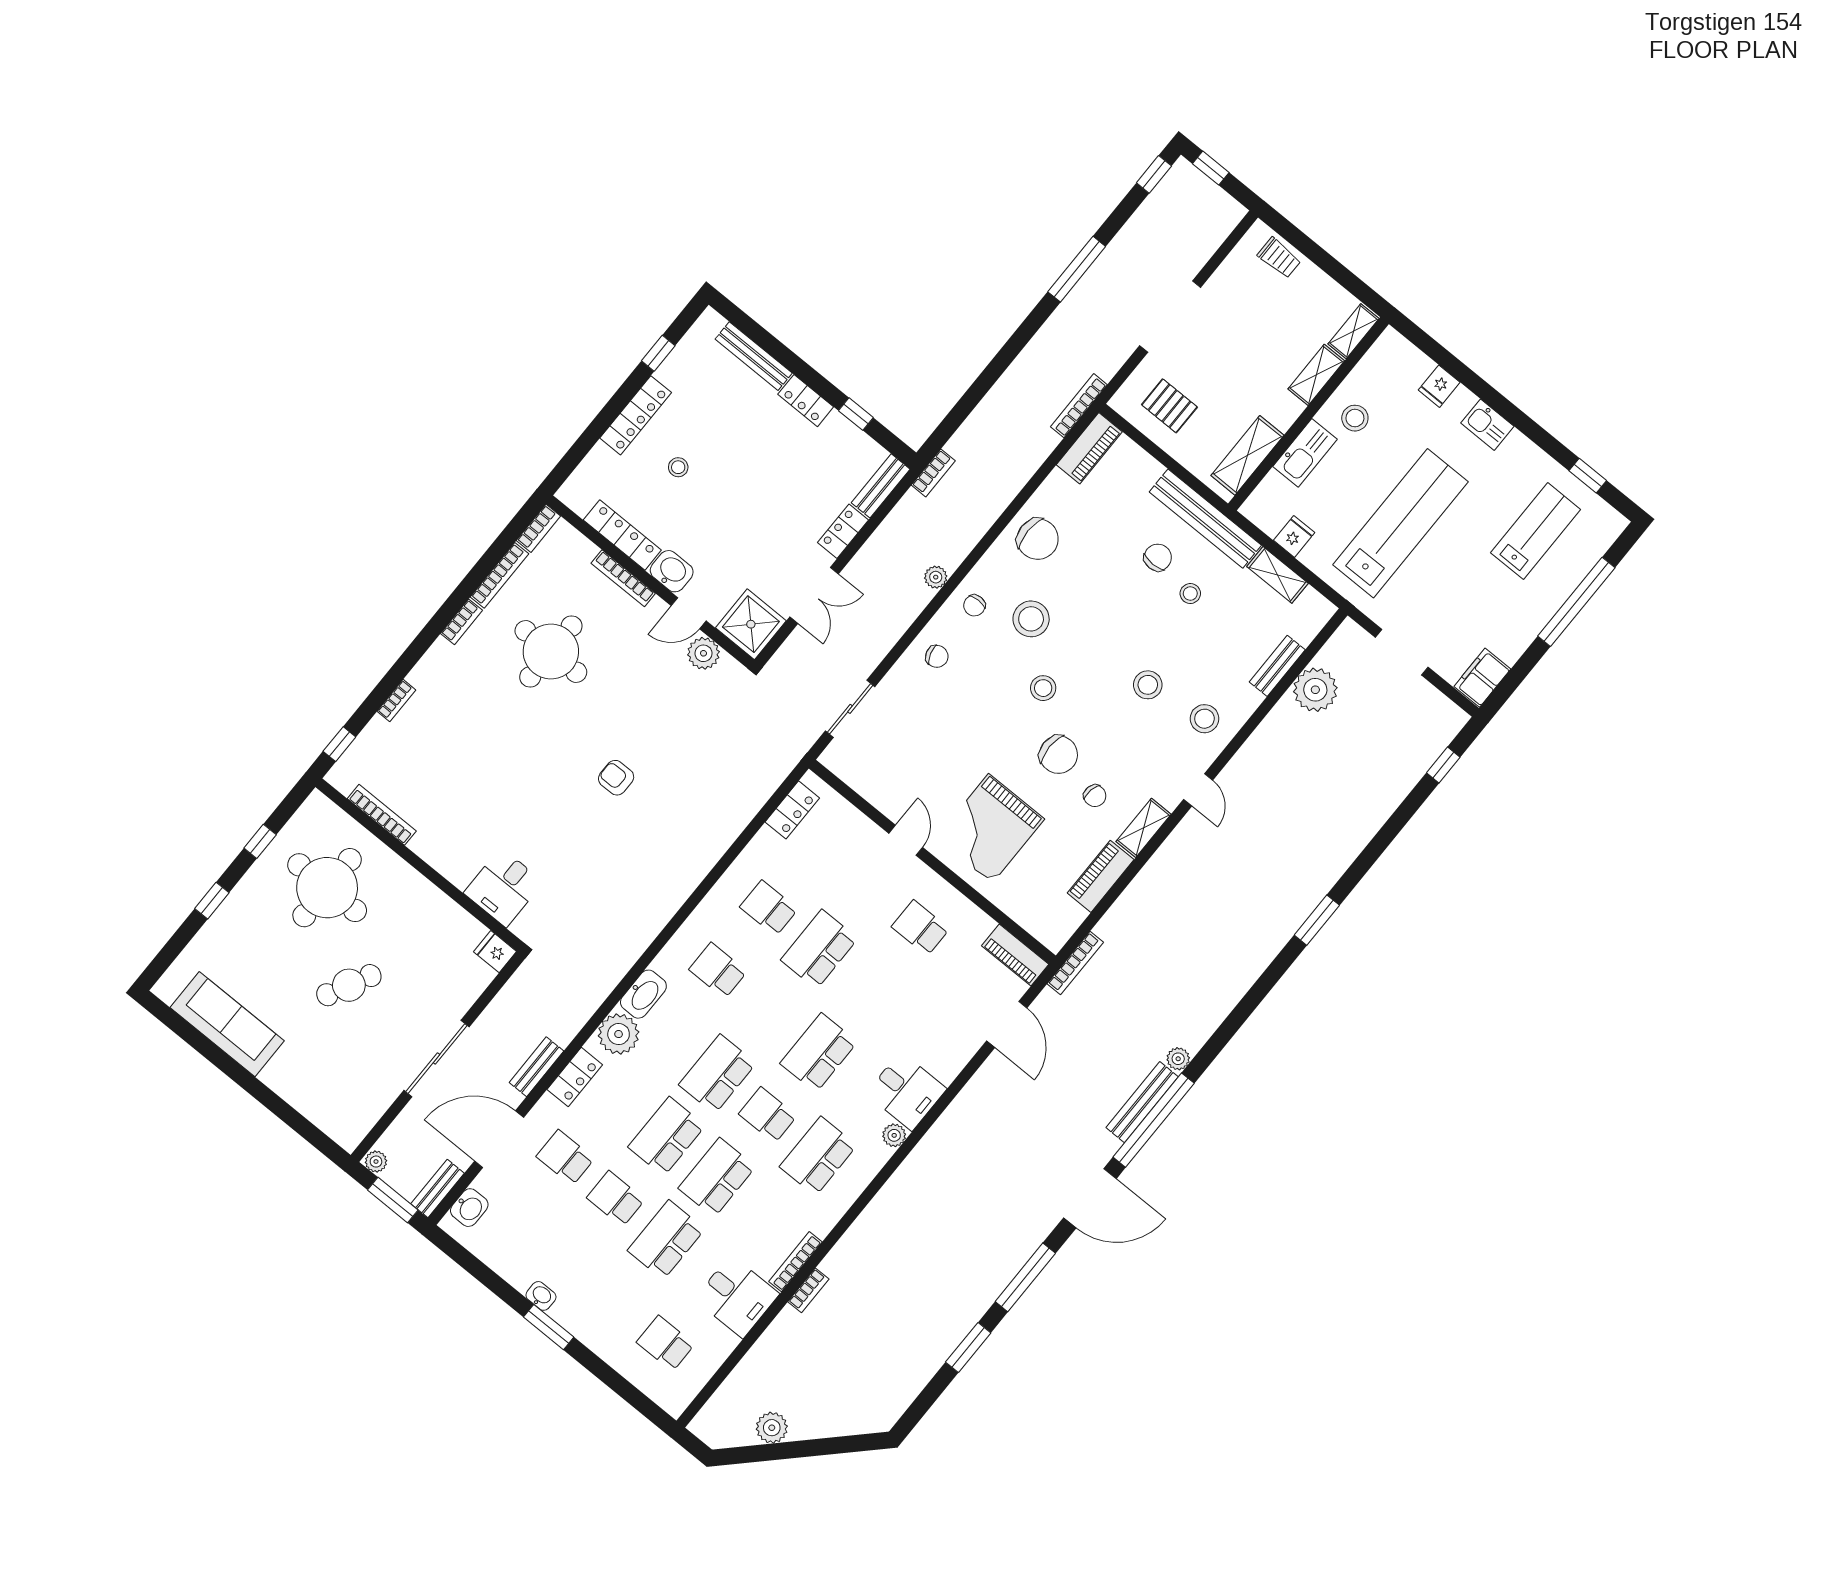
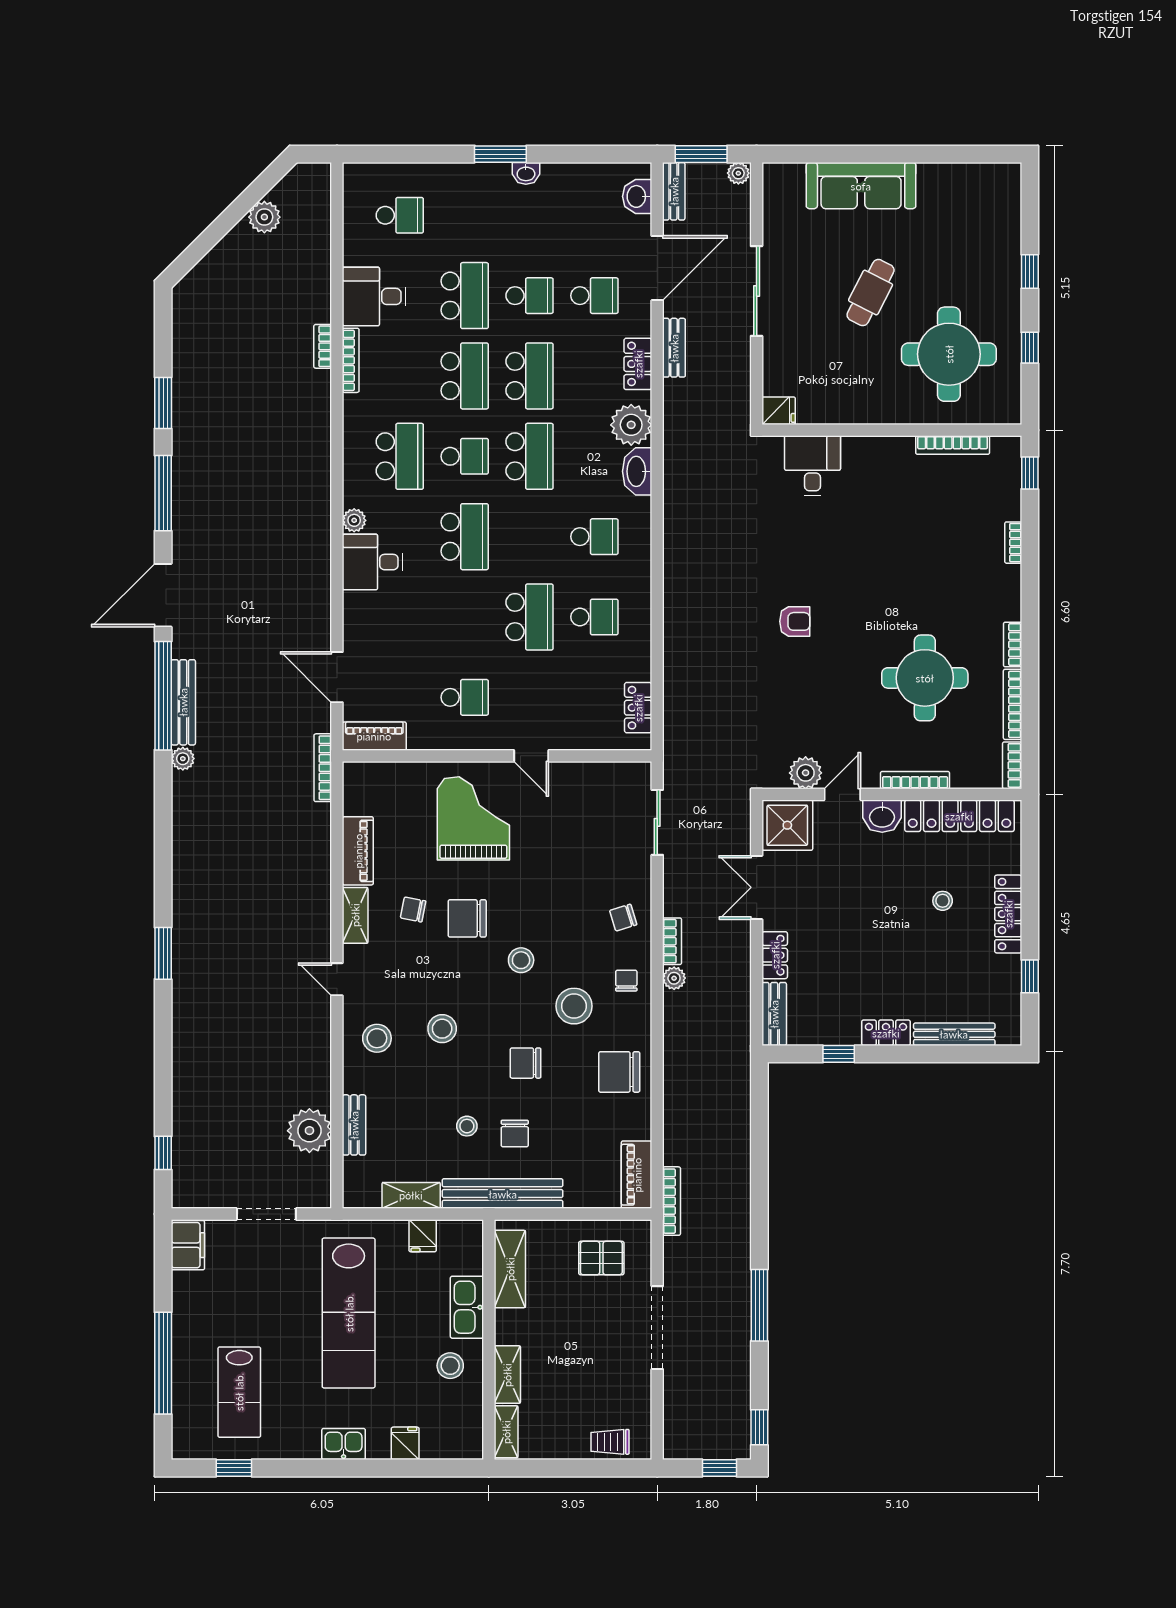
bookcase: (933, 473) -> (672, 941), moved, turned 180
locker: (622, 535) -> (959, 816), width x1.41, depth x1.21
chair: (1105, 605) -> (526, 1063), added
sofa: (227, 1024) -> (861, 186), moved

